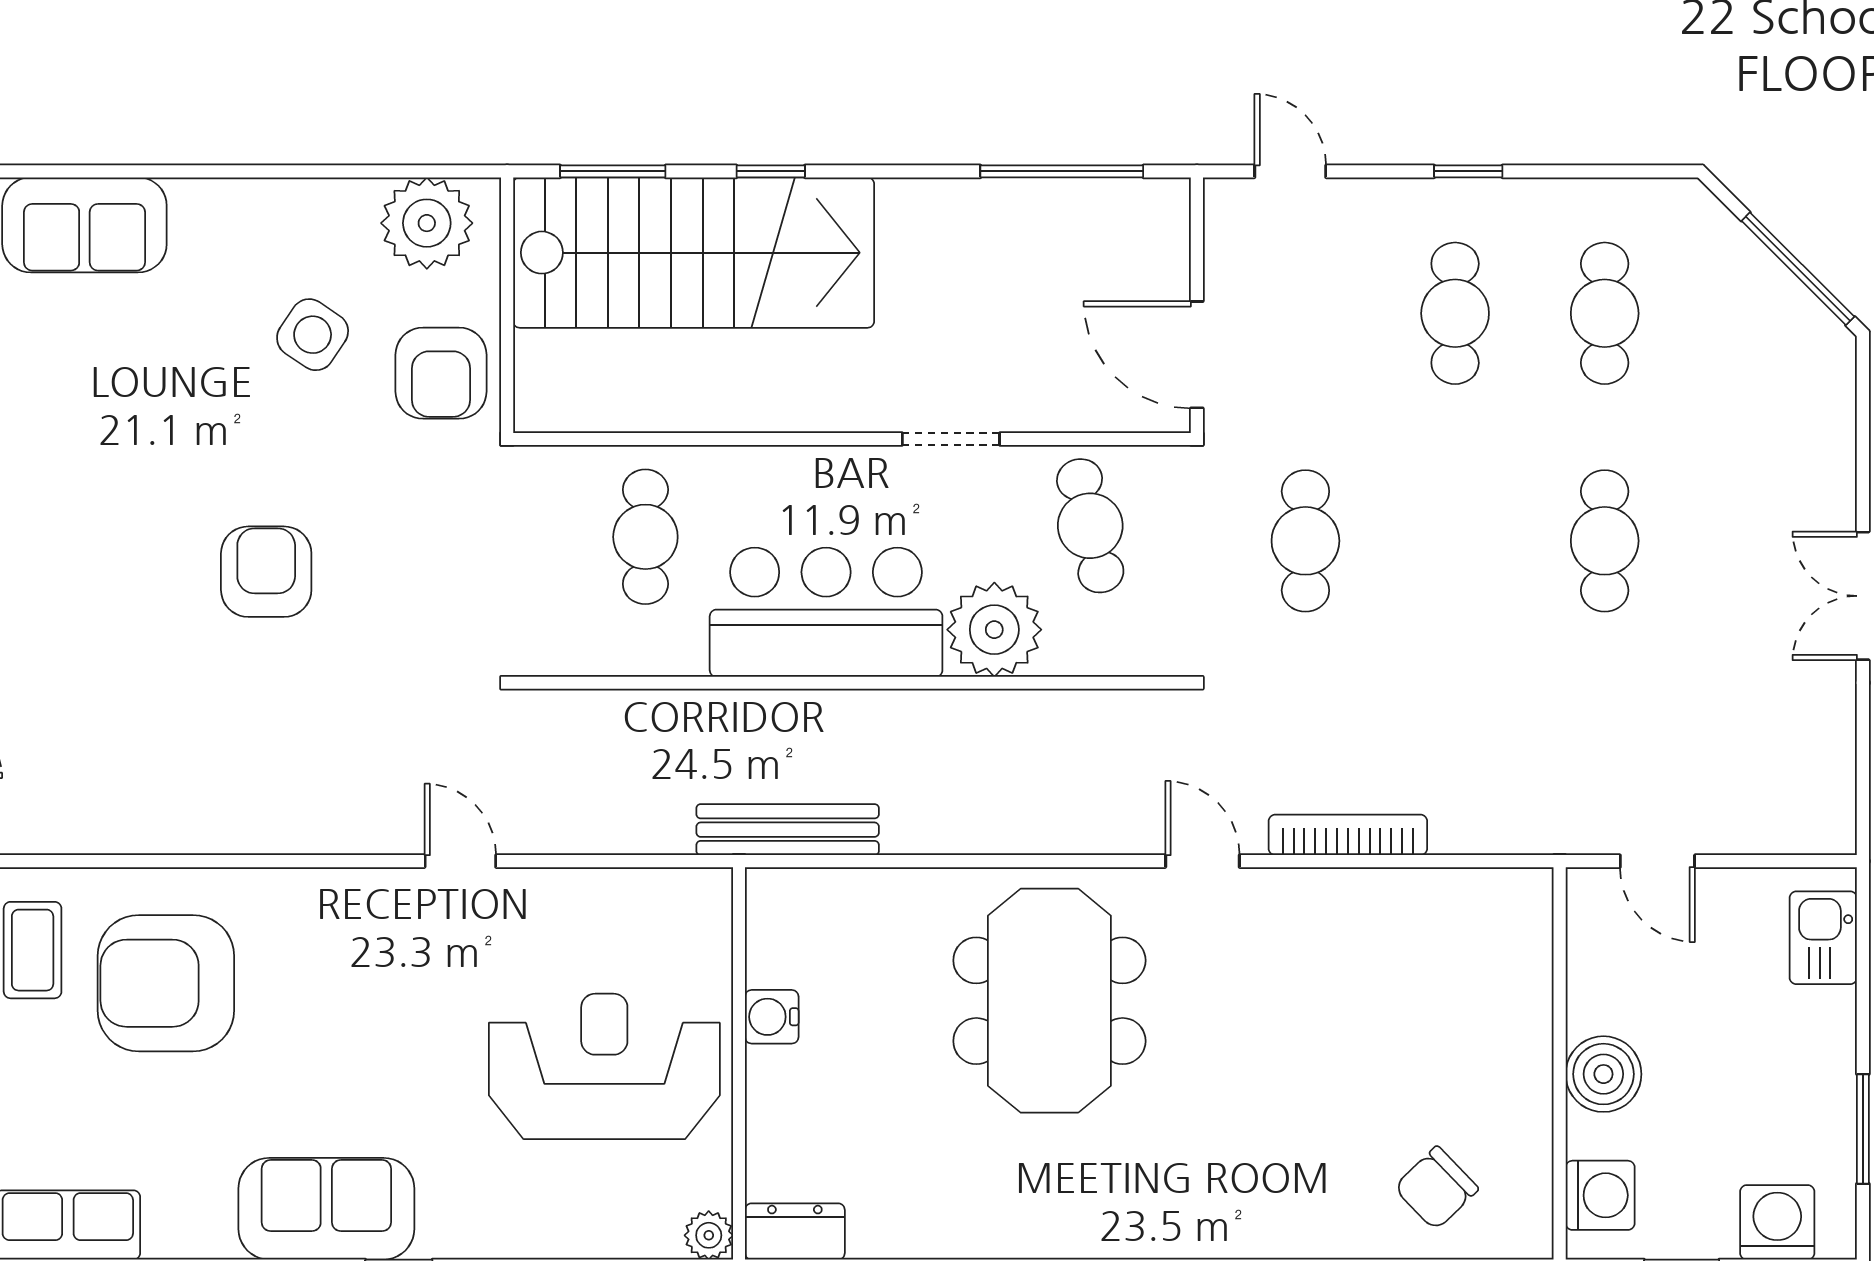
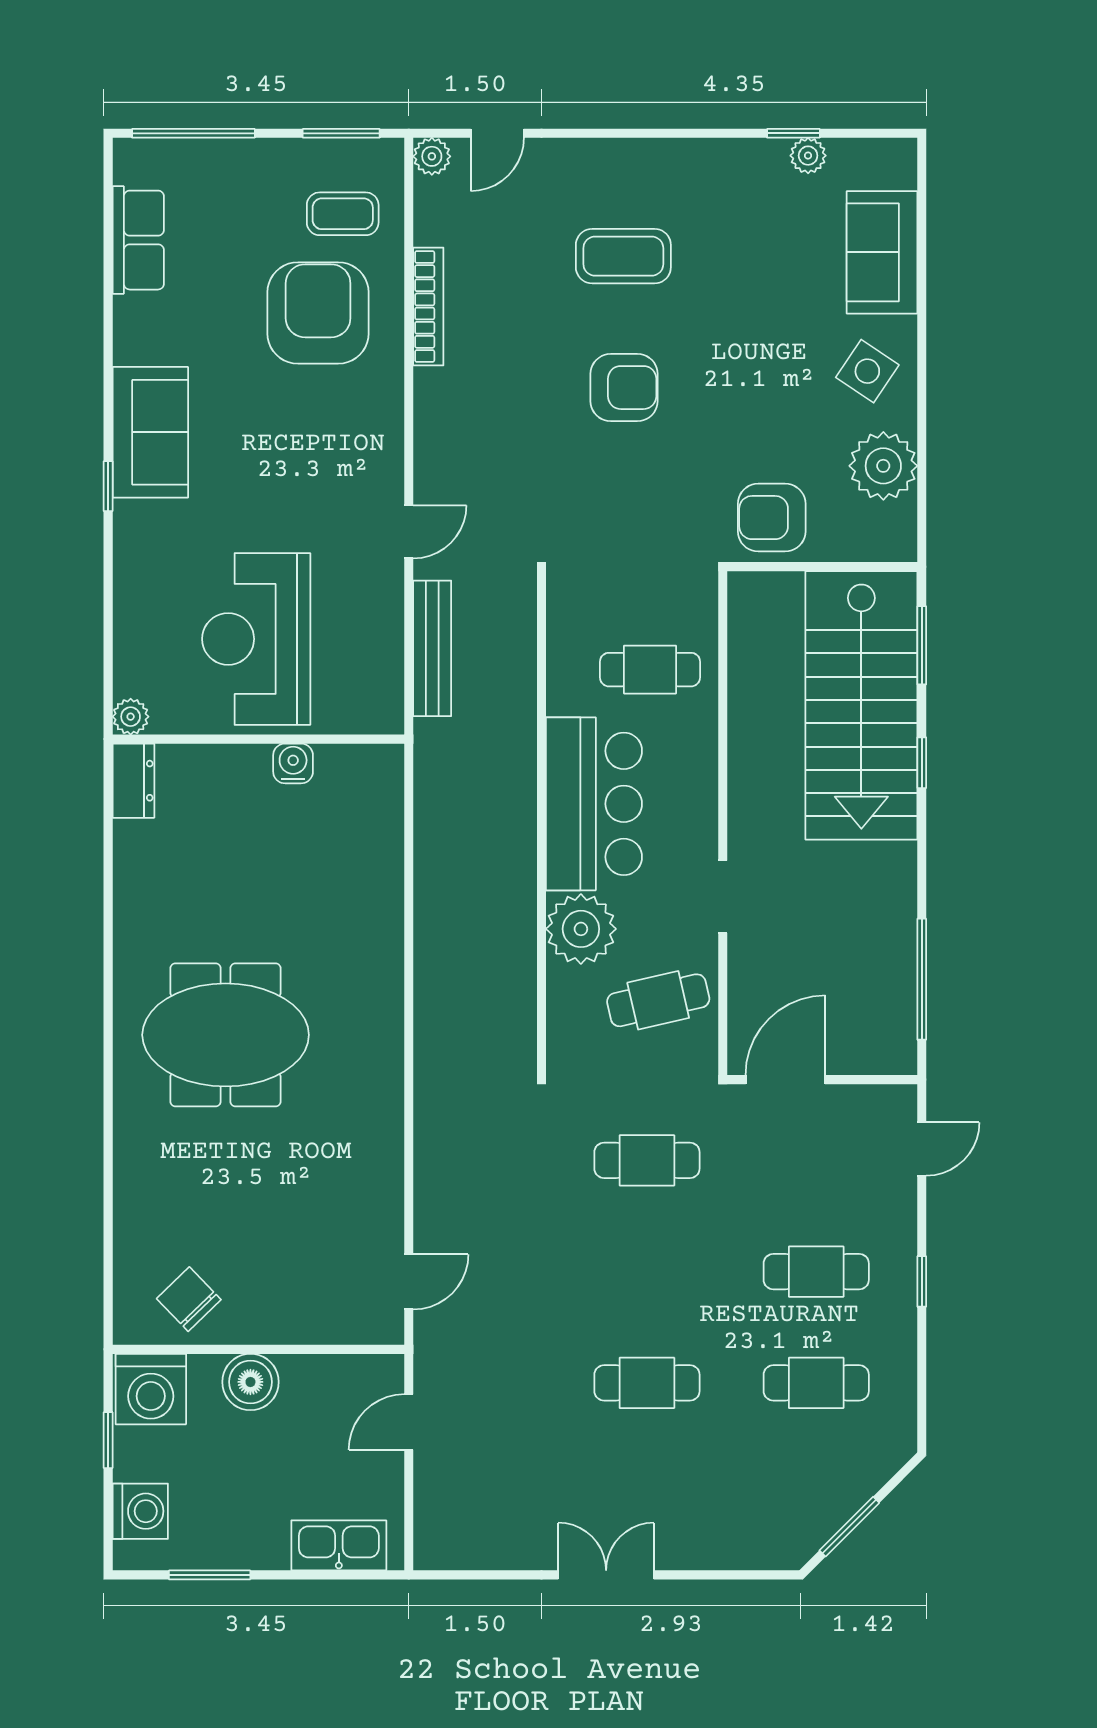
plant: (427, 223) -> (883, 466), moved
window: (1798, 269) -> (849, 1527), width x0.69
side table: (313, 335) -> (867, 371), moved
coffee table: (89, 573) -> (623, 256), added
bench: (788, 830) -> (432, 648), moved
bookcase: (1348, 835) -> (428, 306), moved
door: (1202, 861) -> (409, 1282), moved
kitchen sink: (1823, 938) -> (339, 1545), width x1.38
meeting table: (1049, 1001) -> (226, 1035), moved
reception desk: (604, 1066) -> (256, 639), turned 180
chair: (1436, 1188) -> (189, 1299), moved
washing machine: (1600, 1195) -> (151, 1389), width x1.37, depth x1.37

